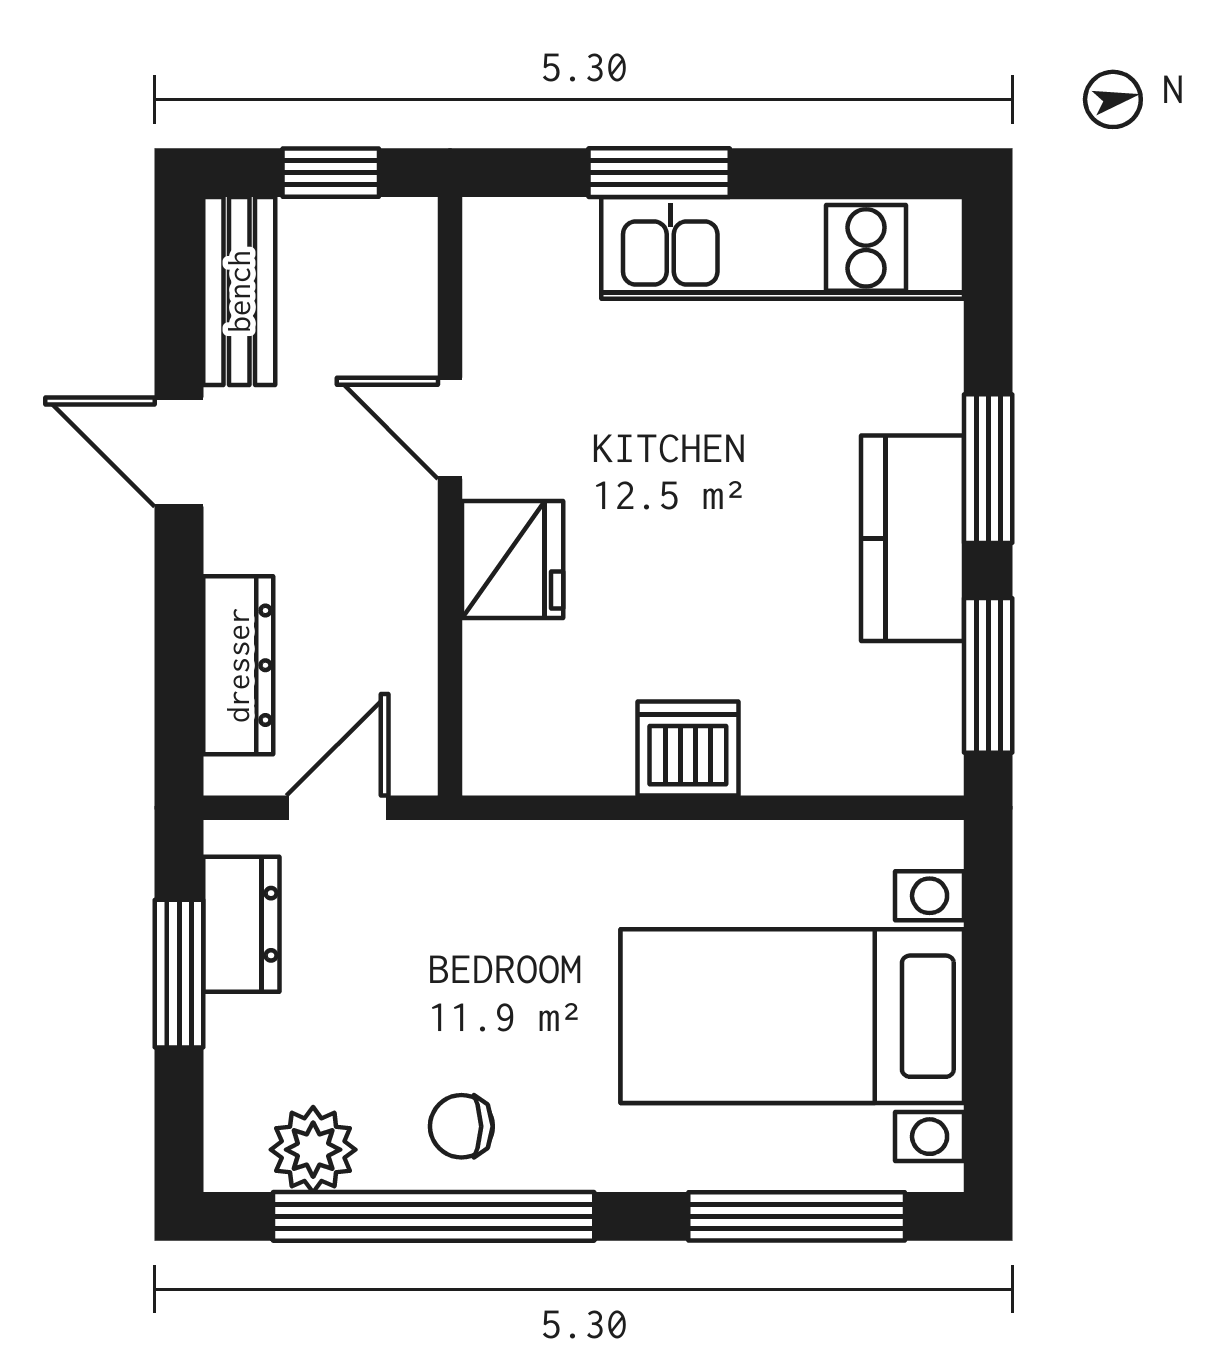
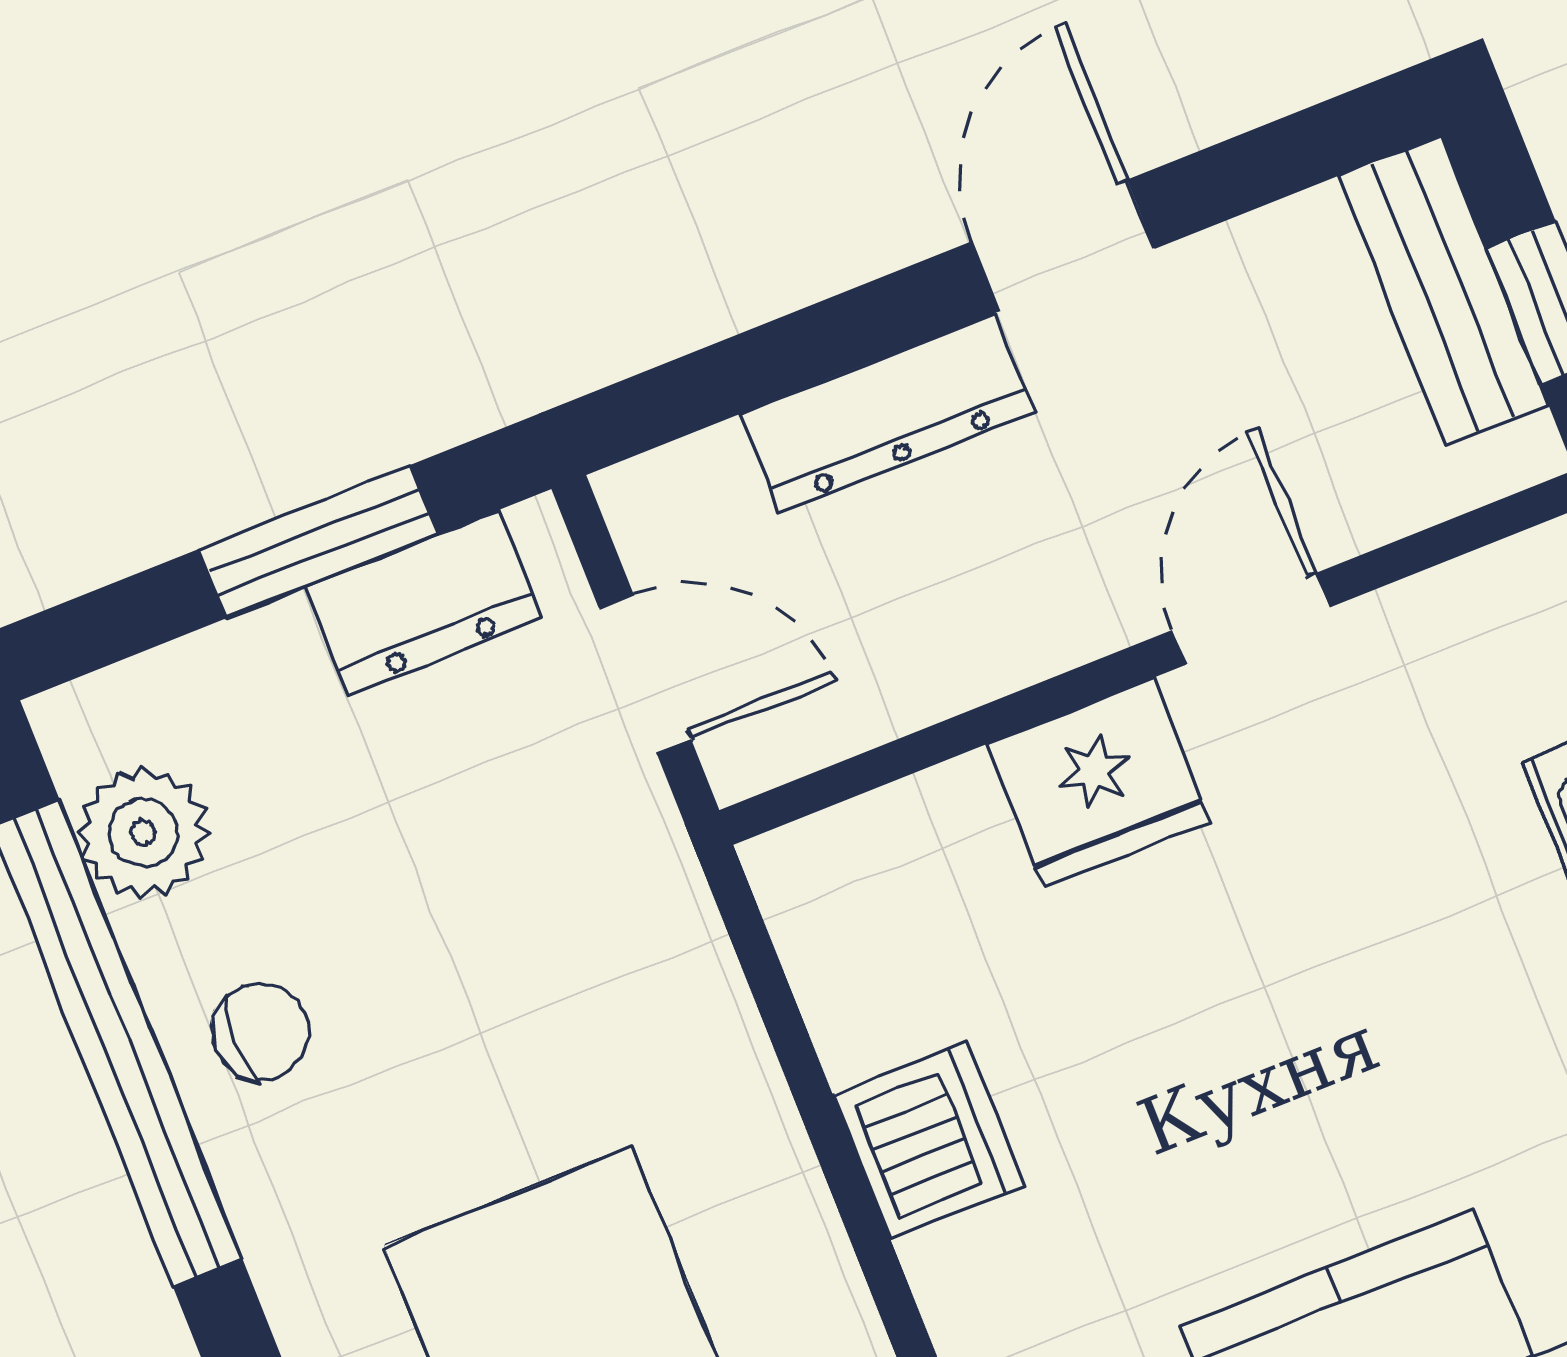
bench: (239, 291) -> (1443, 290), moved, turned 90
dresser: (238, 665) -> (886, 413), moved
chair: (461, 1126) -> (261, 1032), turned 90

